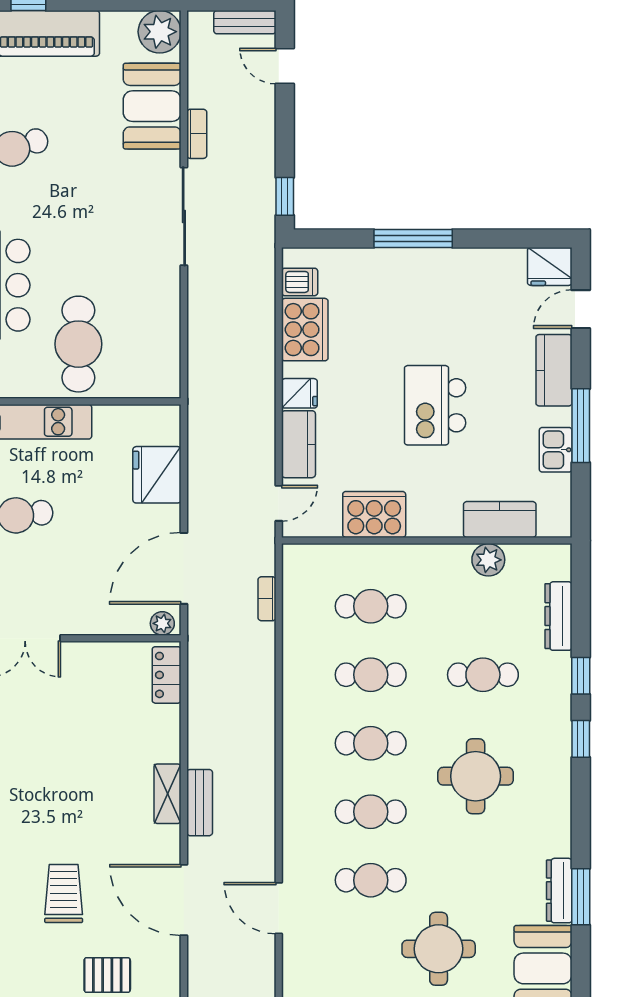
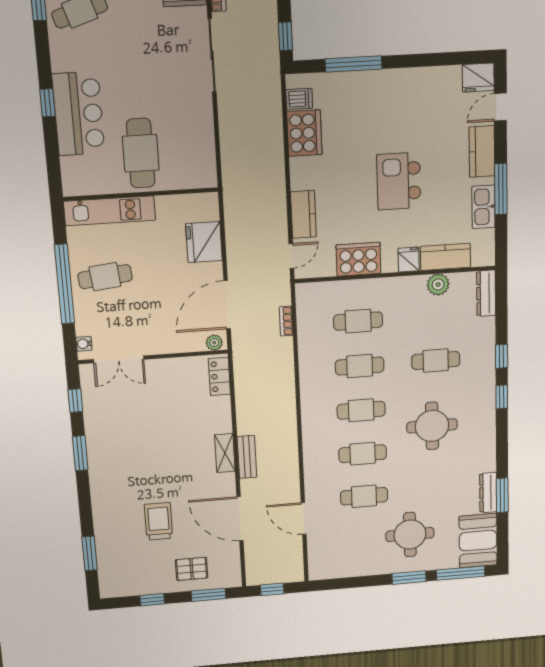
window: (413, 238) -> (353, 64), moved
fridge: (299, 393) -> (409, 260), moved, turned -90
kitchen sink: (556, 450) -> (483, 207), width x1.38
dresser: (558, 616) -> (486, 293), moved

